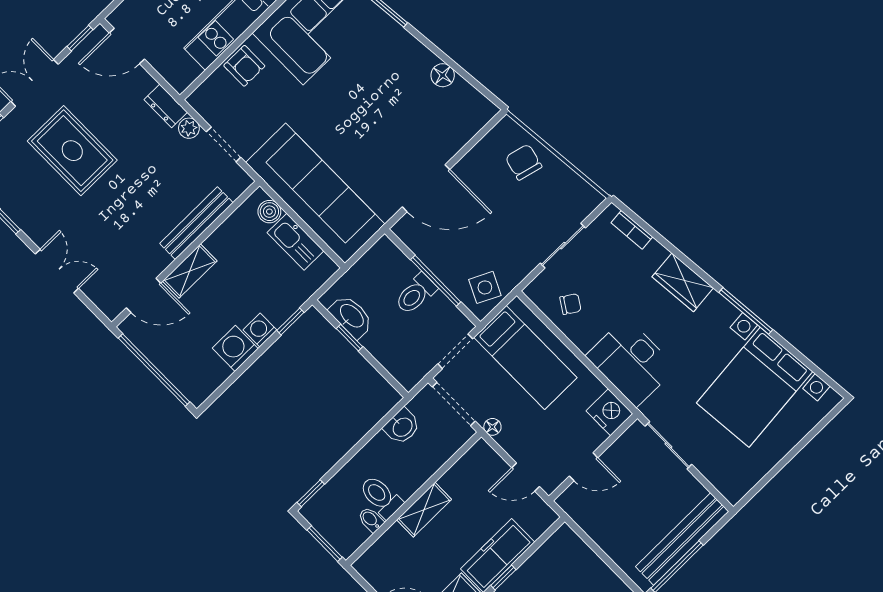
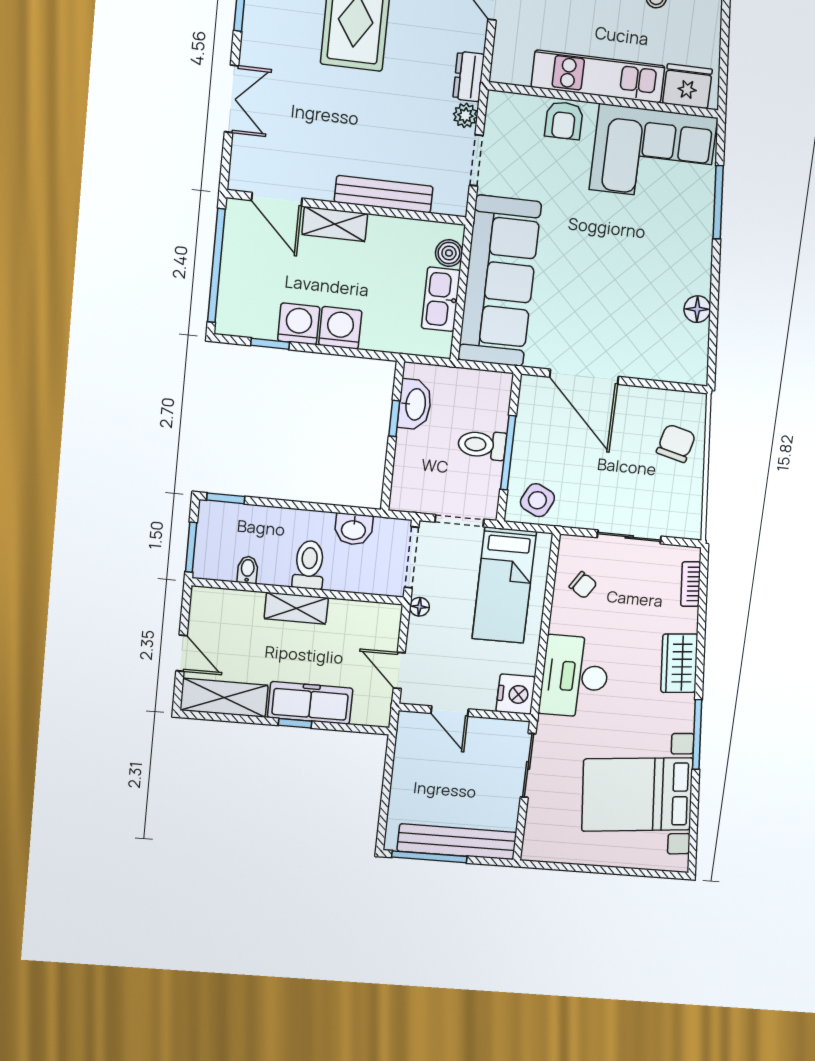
window: (290, 321) -> (270, 344), moved
washing machine: (260, 330) -> (340, 328), width x1.38, depth x1.38
toilet: (381, 497) -> (309, 565), moved

